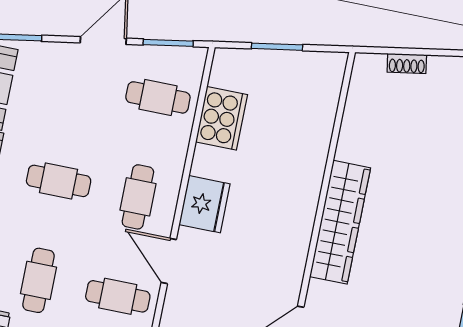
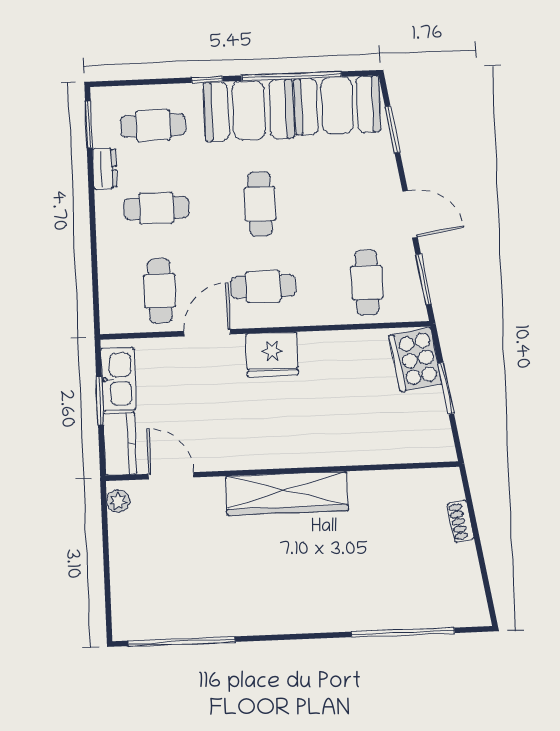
cooker: (222, 118) -> (415, 360), moved, turned 81

